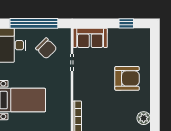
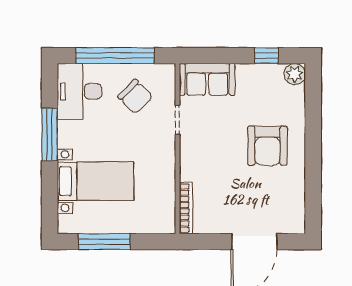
armchair: (127, 78) -> (267, 146), turned 90
plant: (144, 118) -> (295, 74), moved

